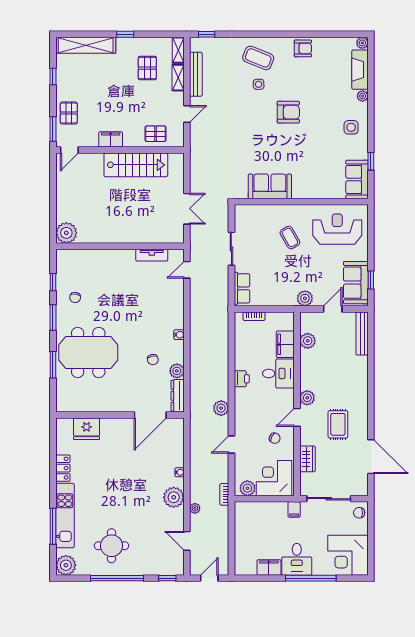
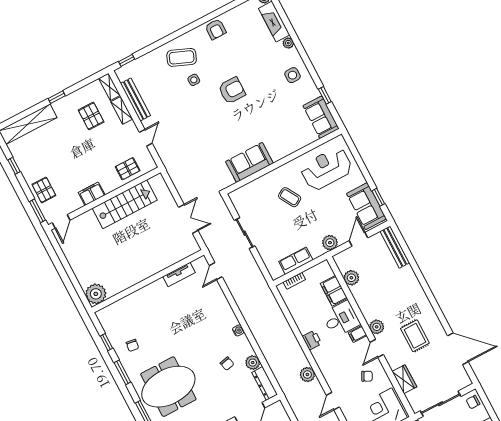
armchair: (303, 48) -> (216, 29), turned 90
row of seats: (242, 288) -> (296, 261), moved, turned -90
filing cabinet: (286, 395) -> (358, 334), added

